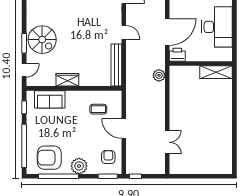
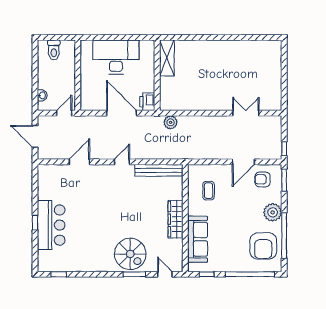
spiral stairs: (42, 40) -> (130, 254), turned 90
wardrobe: (67, 80) -> (175, 219), width x1.50
sofa: (50, 99) -> (198, 239), width x1.36
door: (124, 129) -> (243, 162), moved

